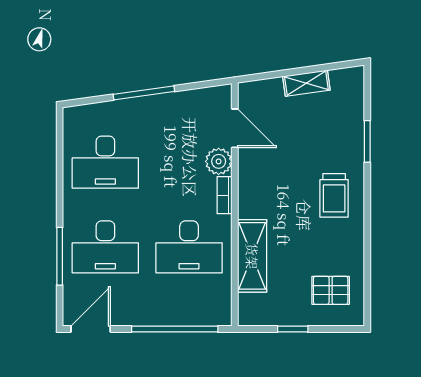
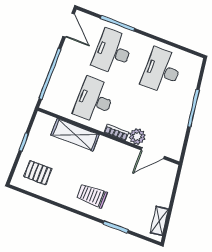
shelving: (306, 83) -> (159, 221), moved
pallet: (331, 290) -> (38, 173), turned 90

